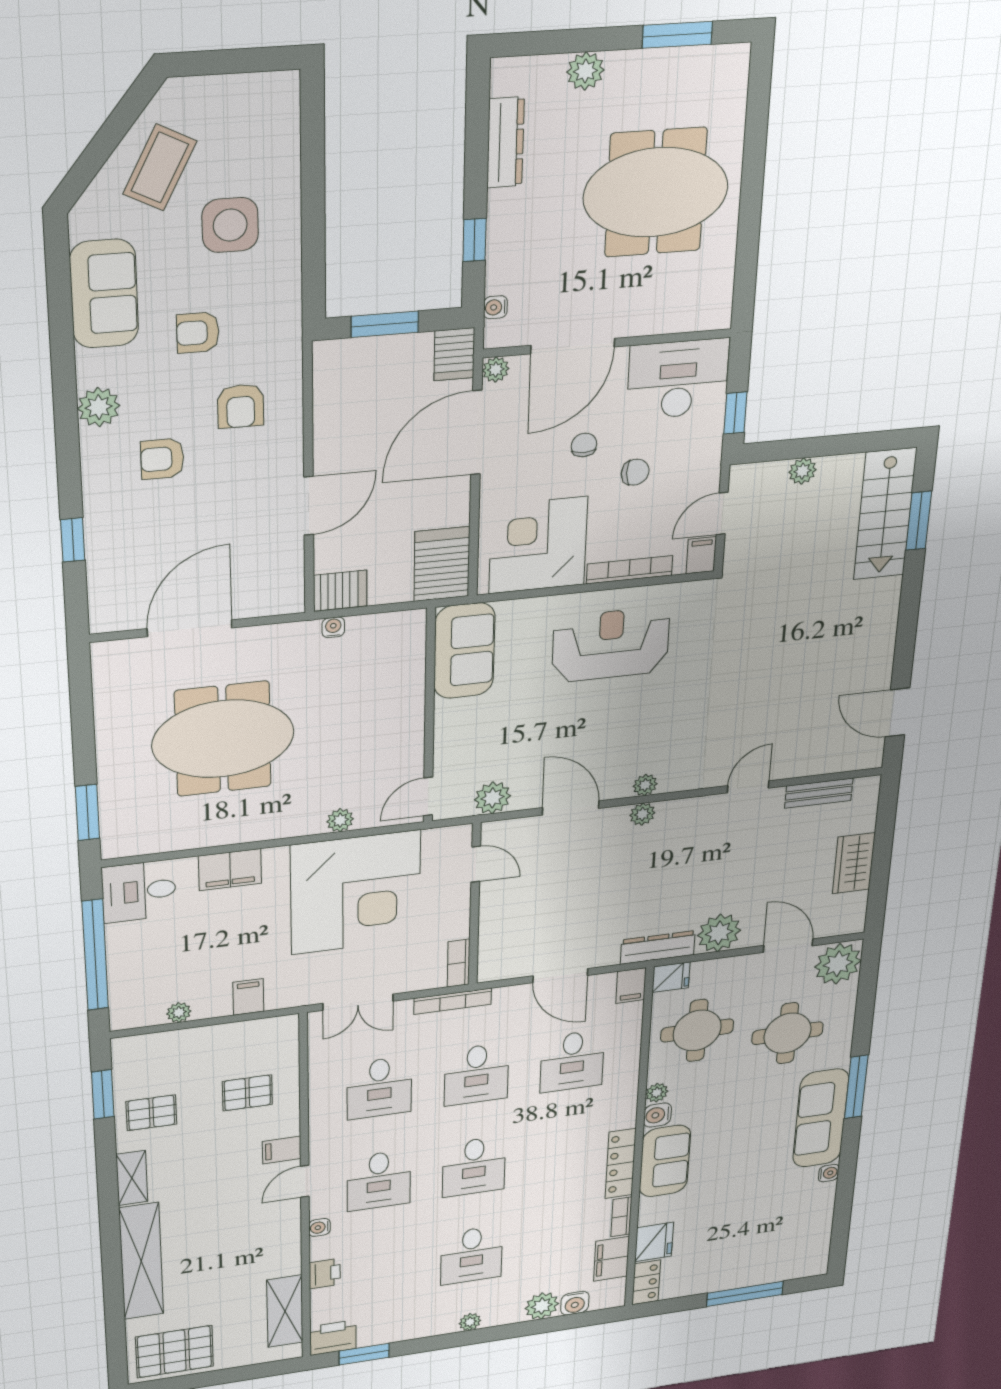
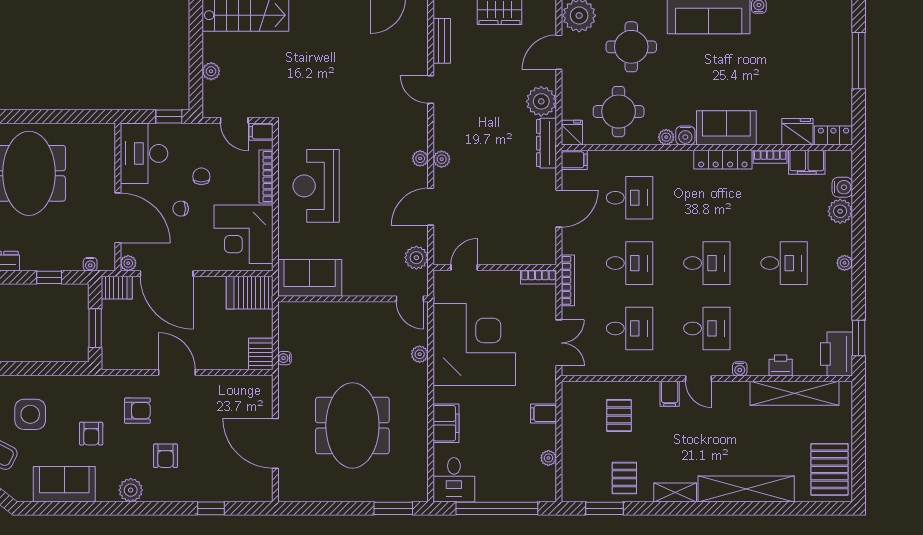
door: (309, 506) -> (177, 372), moved
shelving: (285, 1311) -> (794, 393), width x1.47
printer: (333, 1338) -> (837, 354), width x1.37, depth x1.19

